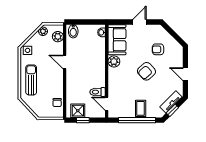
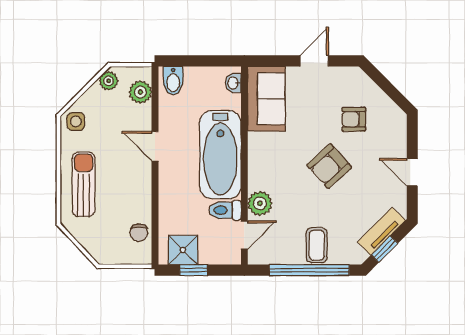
plant: (114, 61) -> (260, 203), moved
bathtub: (95, 66) -> (220, 155), added
door: (107, 104) -> (244, 235), swing flipped

